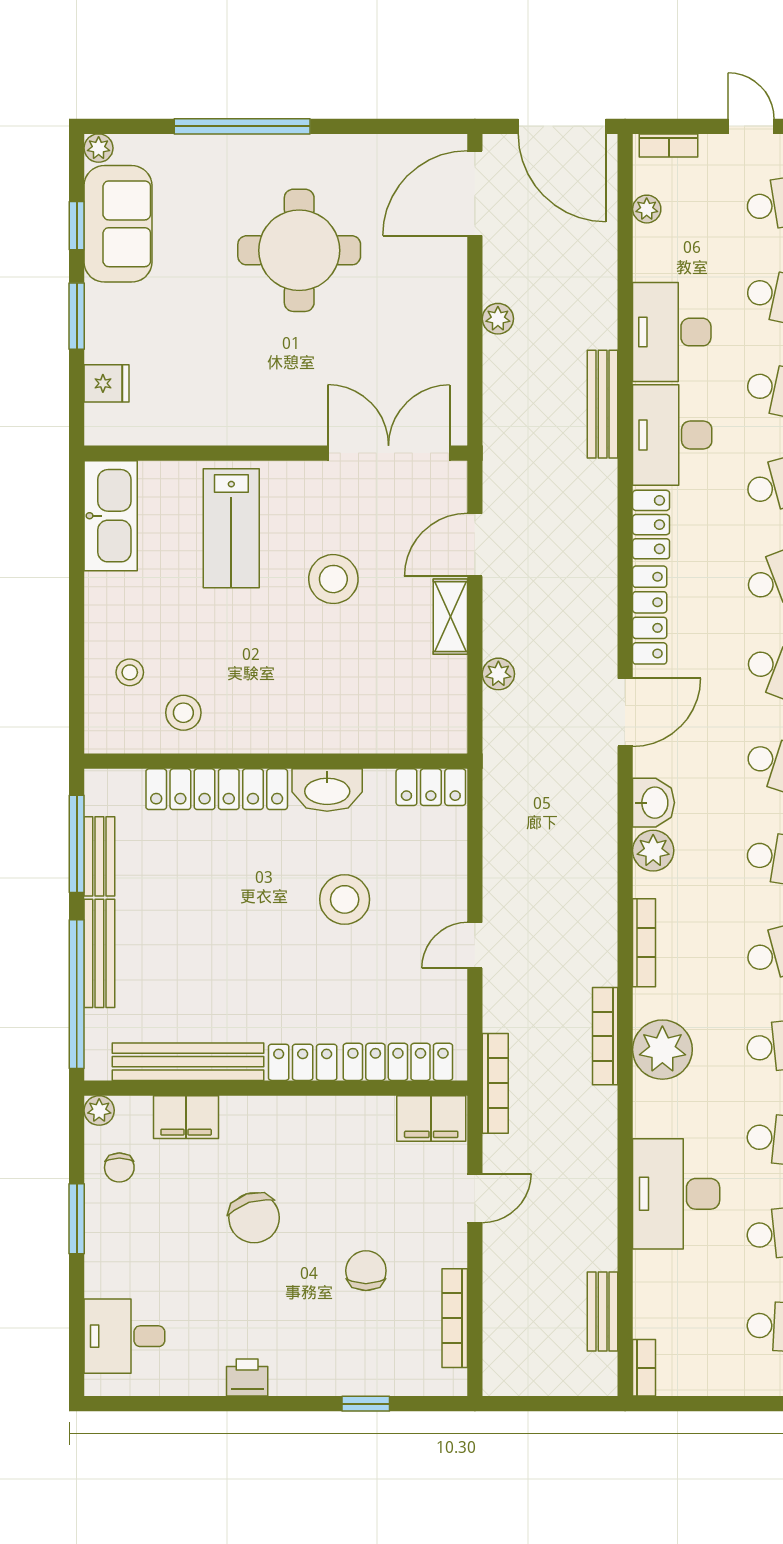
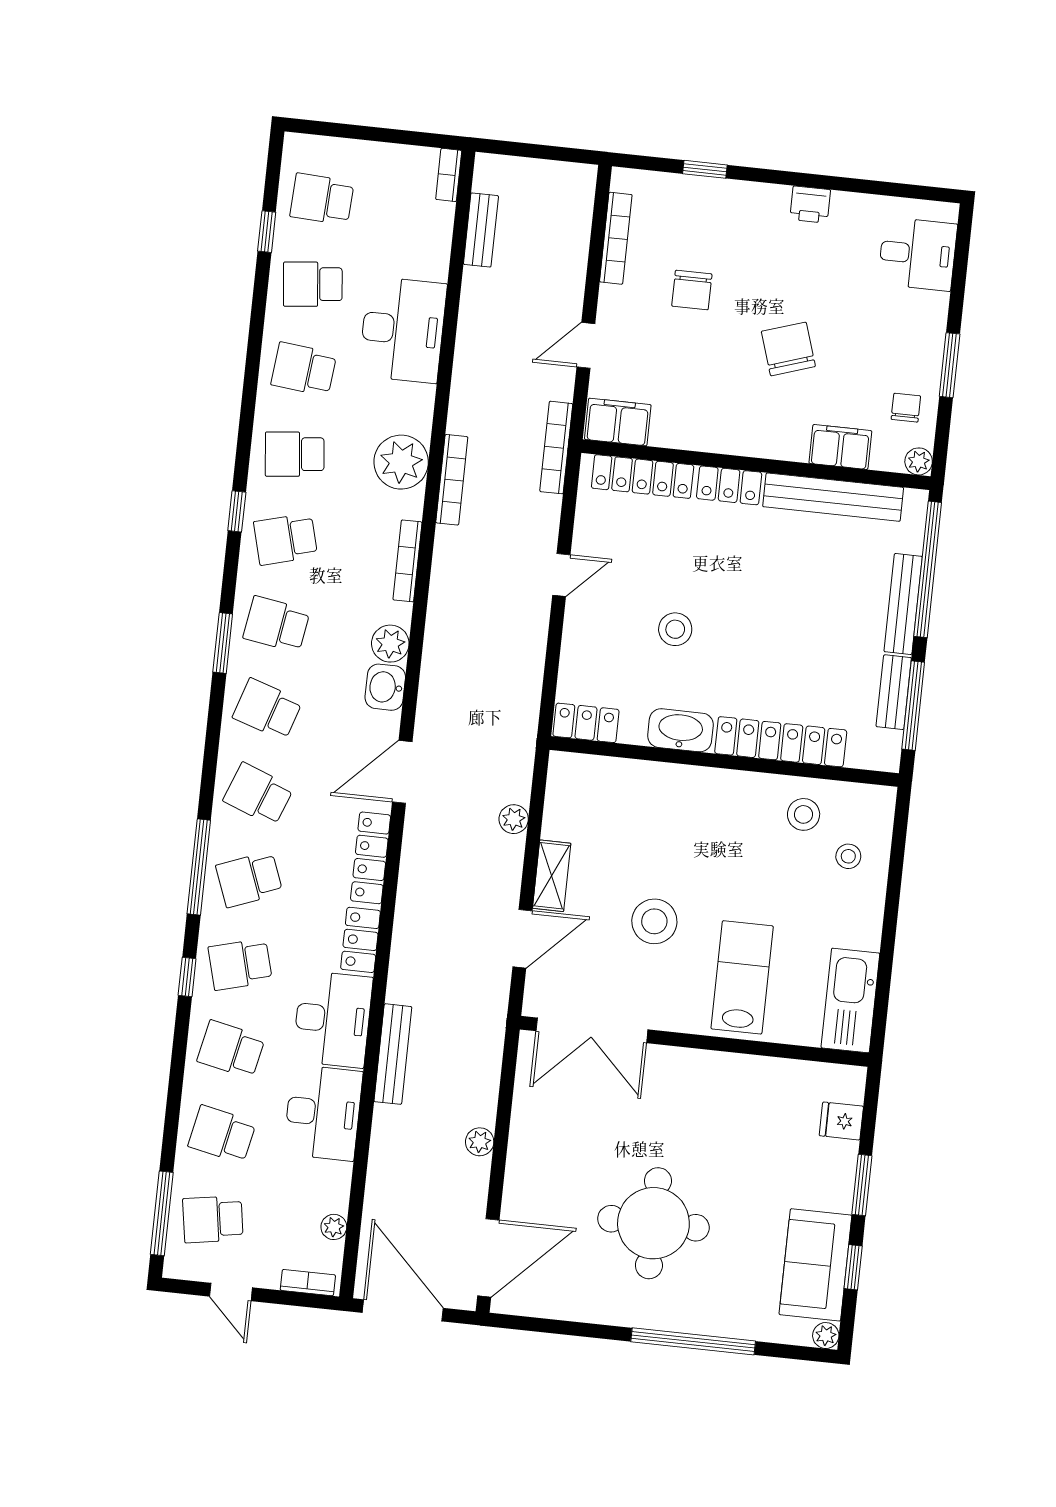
stool: (345, 899) -> (675, 629), width x0.73, depth x0.73

